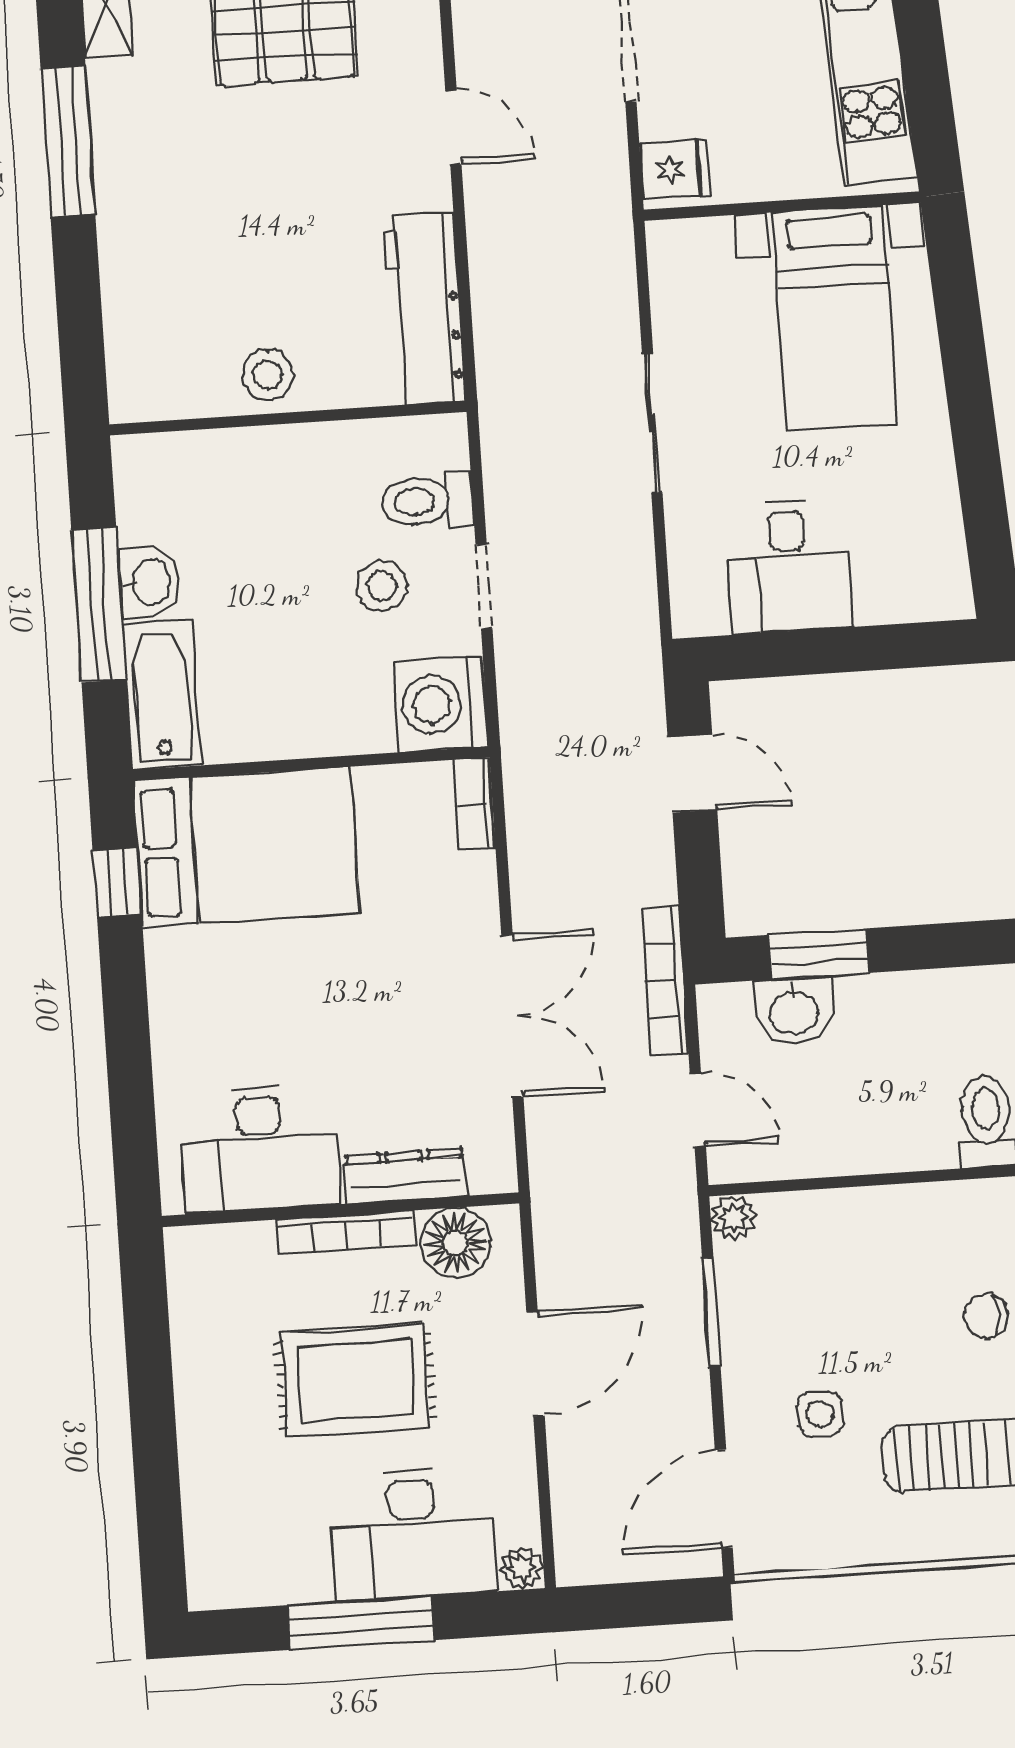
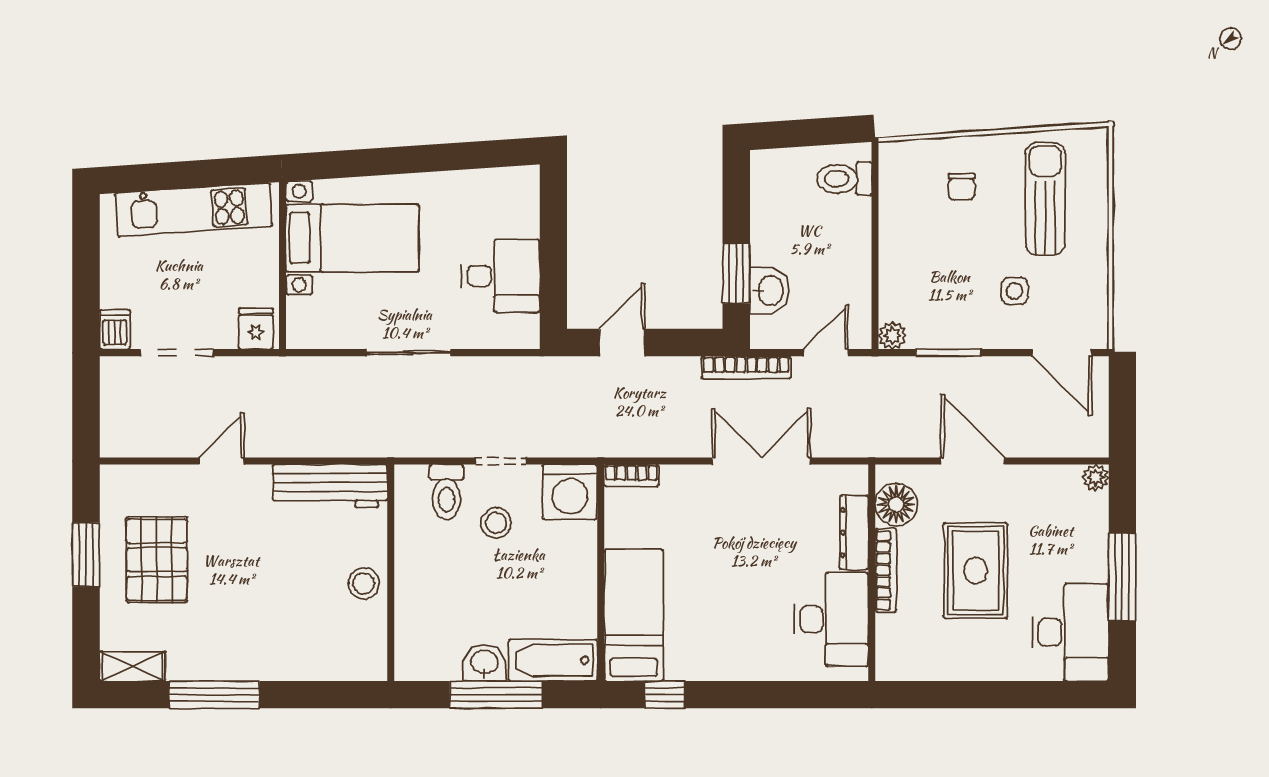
bed: (246, 847) -> (634, 615), width x0.67
desk: (413, 1534) -> (1070, 632), moved

